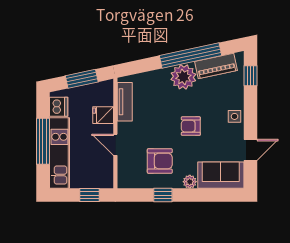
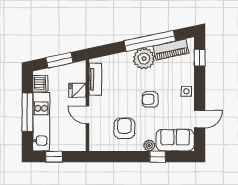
armchair: (160, 161) -> (124, 128), turned -90
window: (89, 195) -> (54, 157), moved
window: (163, 195) -> (158, 157), moved

